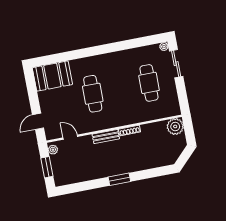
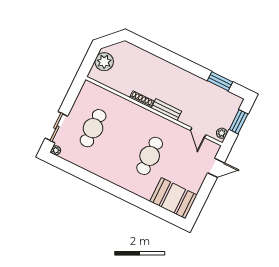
plant: (175, 126) -> (104, 62), moved
window: (119, 179) -> (220, 81), moved

